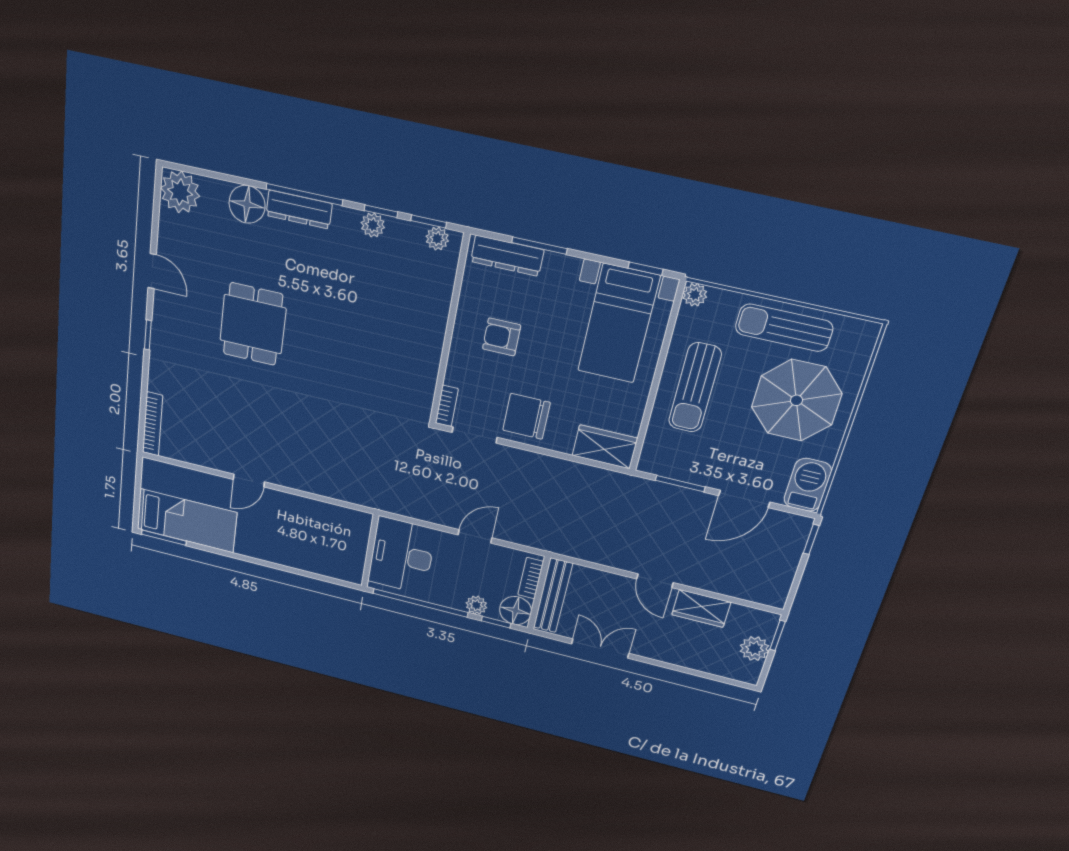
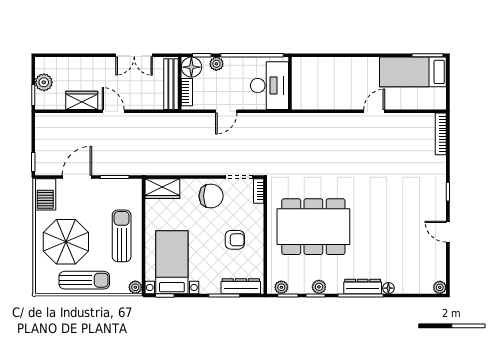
plant: (180, 192) -> (440, 287), width x0.53, depth x0.53
floor lamp: (247, 204) -> (388, 288), width x0.53, depth x0.53
dining table: (253, 324) -> (313, 227), moved, width x1.88, depth x1.24

